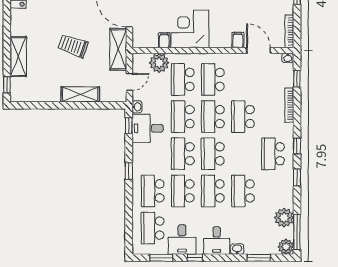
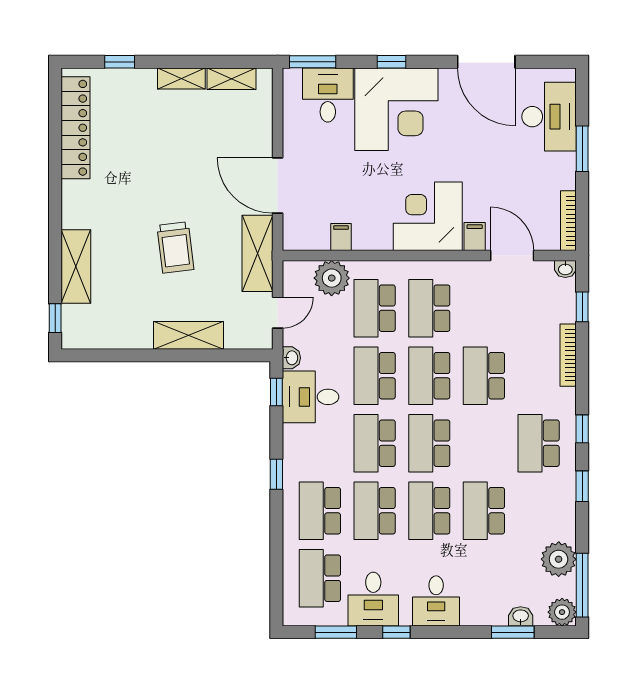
corner desk: (190, 29) -> (428, 216), moved
trolley: (73, 46) -> (175, 247), turned -116
washbasin: (237, 249) -> (521, 616), moved

